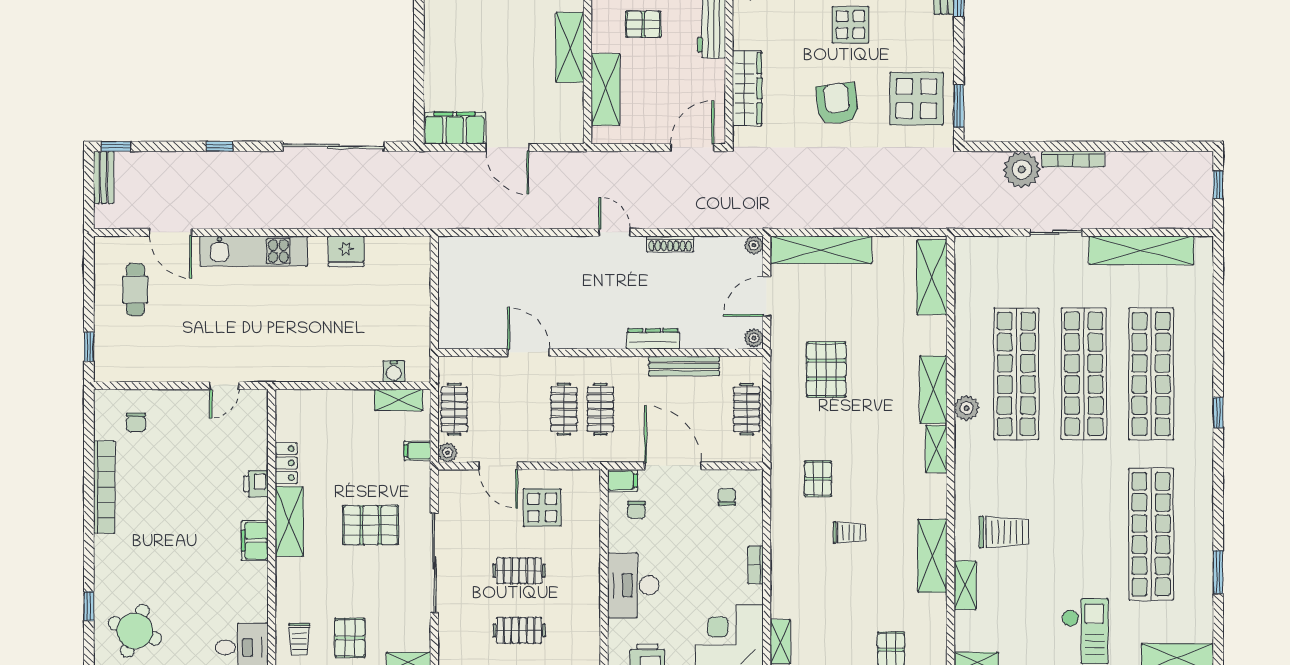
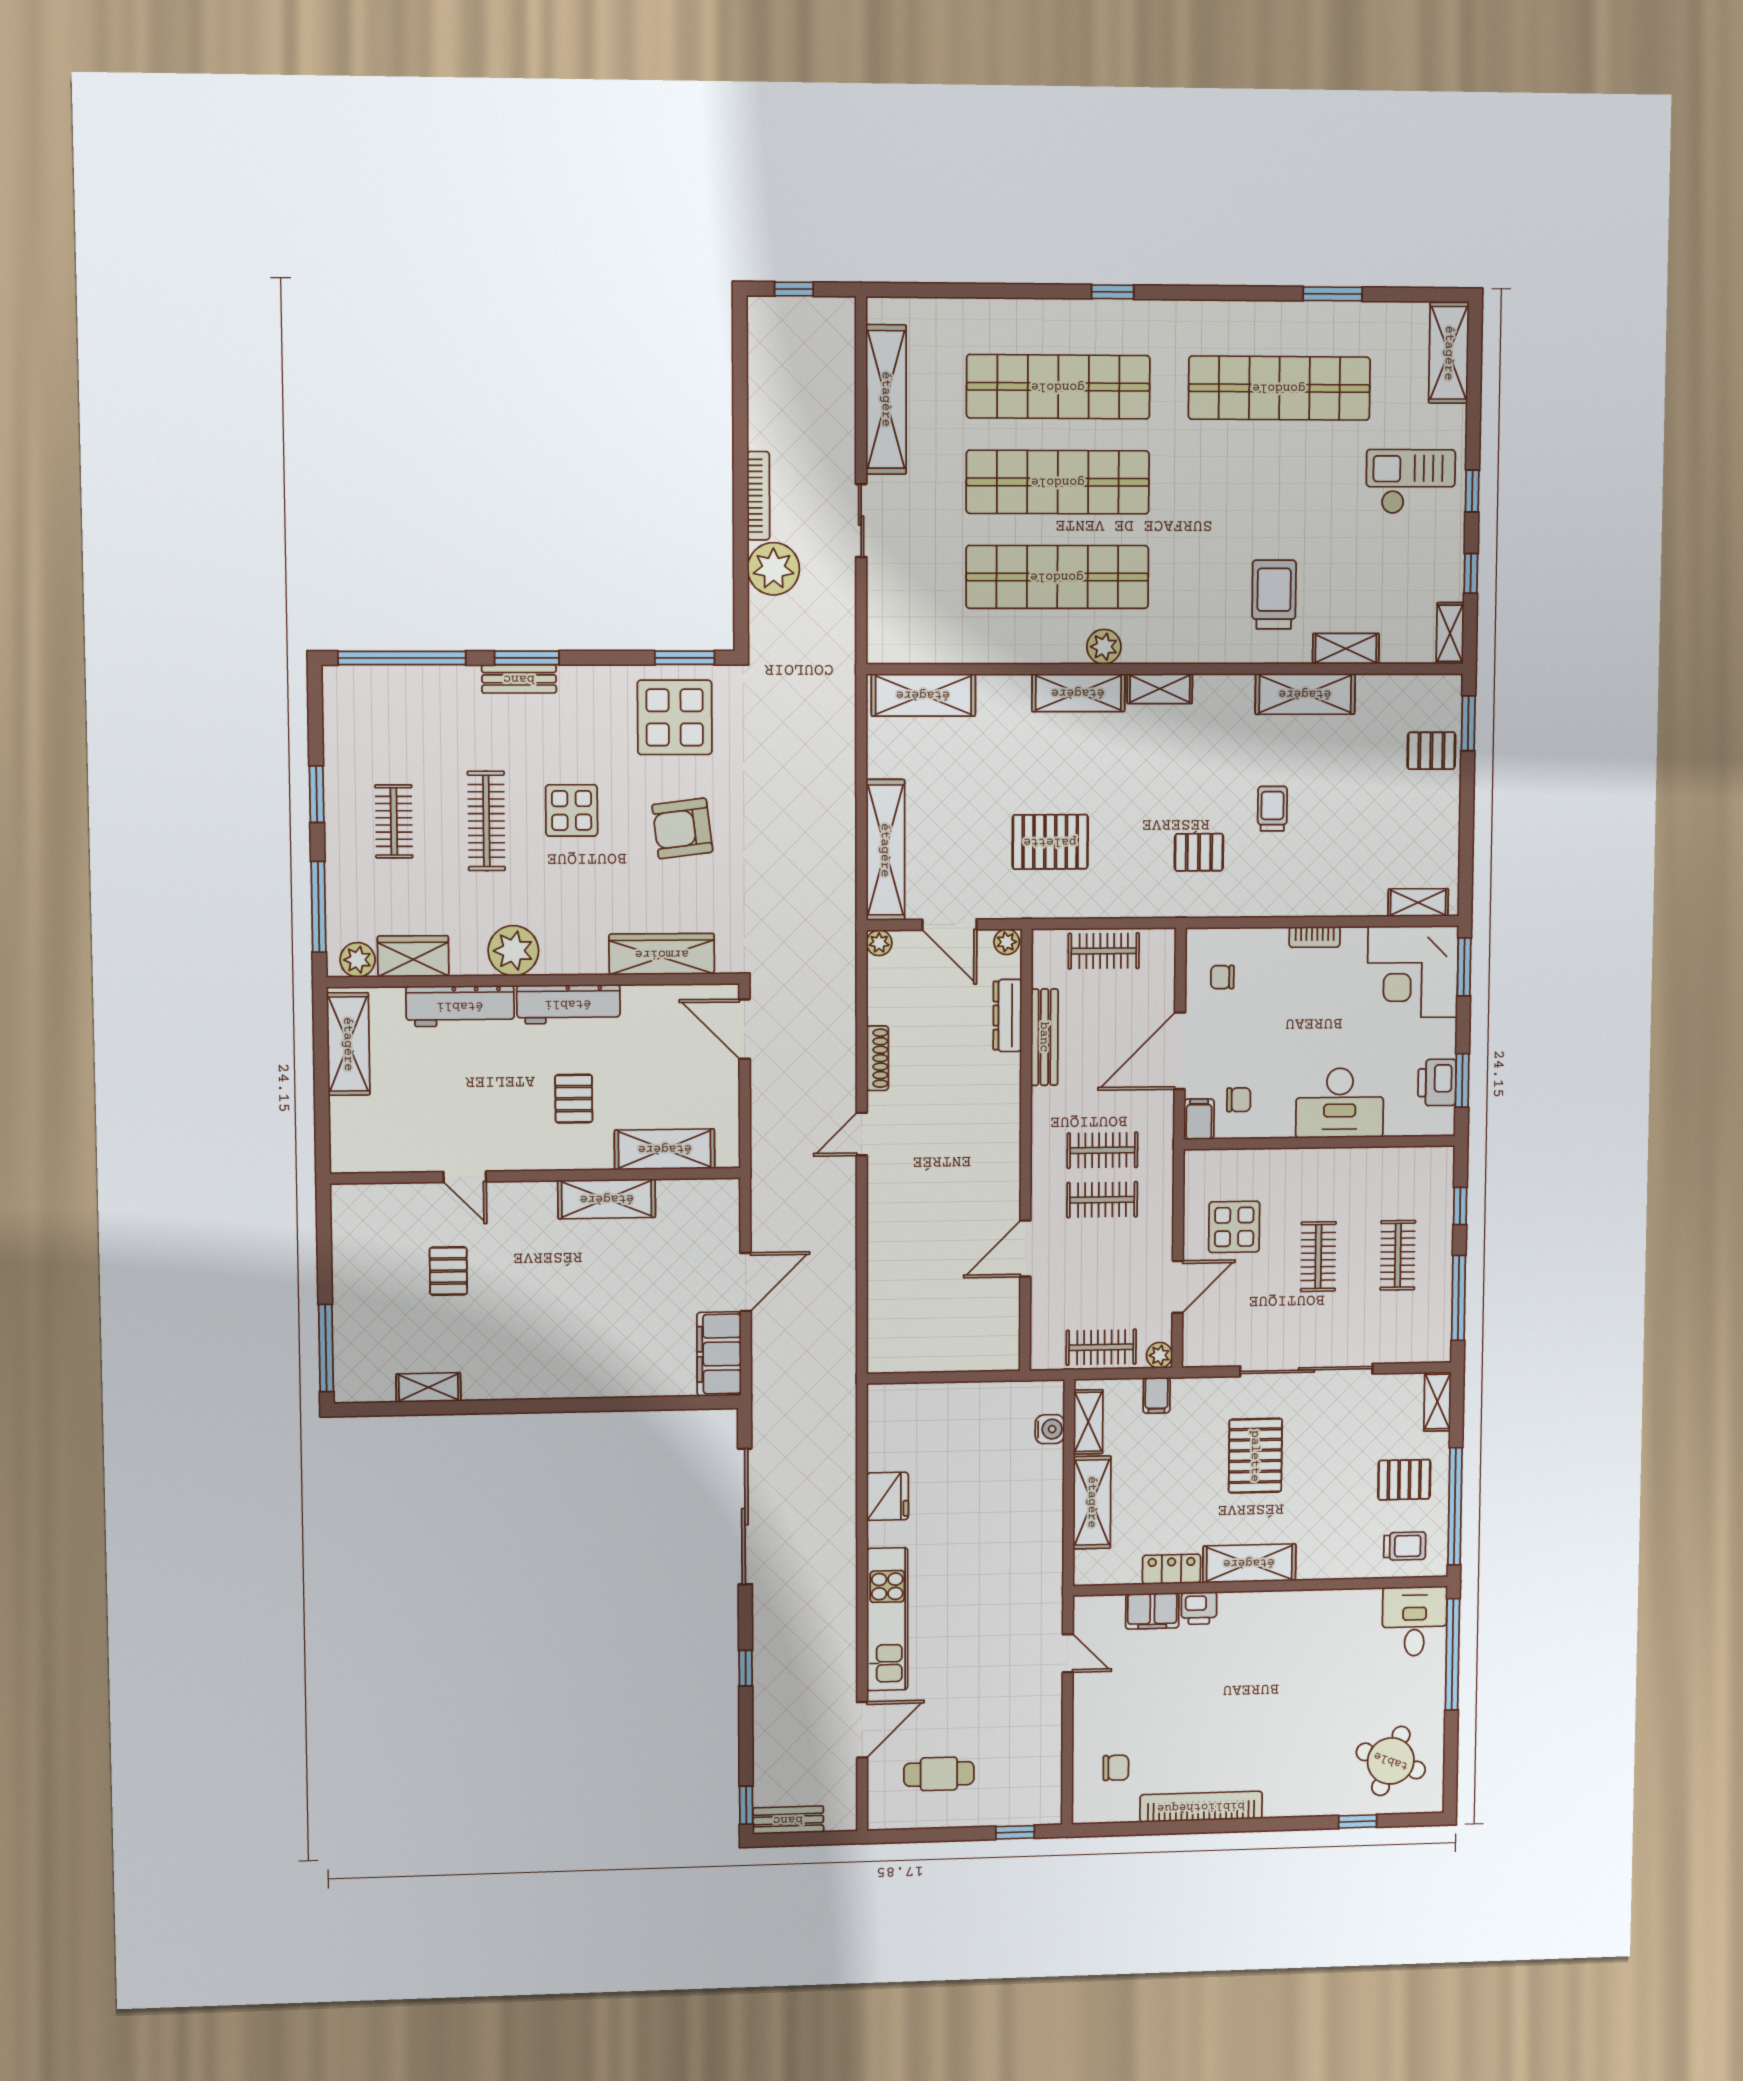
dresser: (653, 339) -> (1007, 1015), moved
shelving: (338, 403) -> (1092, 1502), added
filing cabinet: (255, 541) -> (1152, 1611), moved

